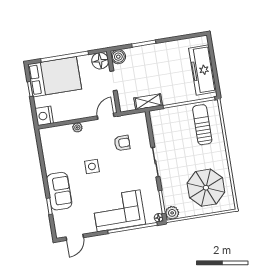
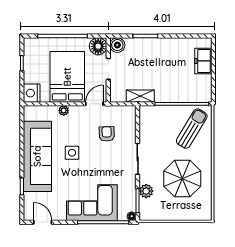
freezer: (203, 70) -> (203, 61), width x0.52, depth x0.79
bed: (55, 77) -> (67, 77), moved, turned -90
sun lounger: (202, 125) -> (192, 129), turned 31
armchair: (122, 143) -> (107, 134), turned -92
parasol: (206, 188) -> (182, 179), moved
sofa: (59, 191) -> (37, 156), width x1.85, depth x1.27
plant: (172, 213) -> (146, 191), moved
door: (75, 237) -> (43, 222), swing flipped

